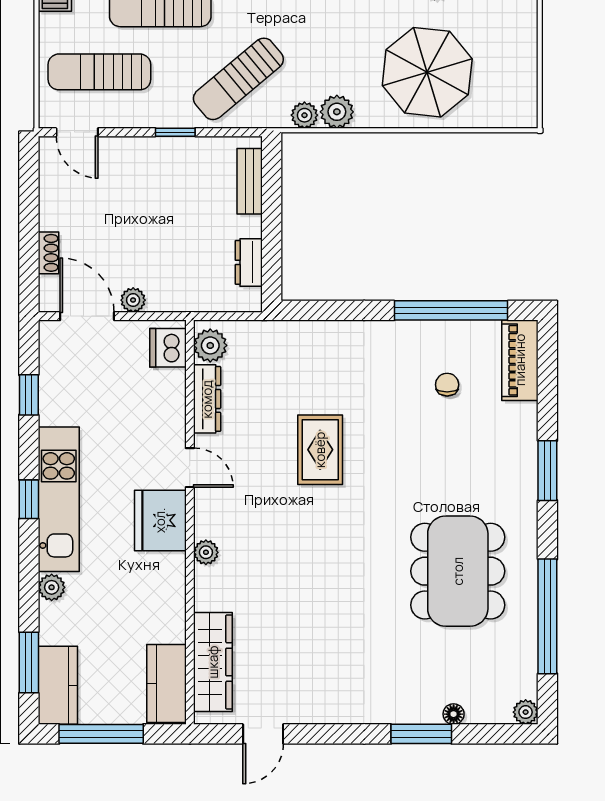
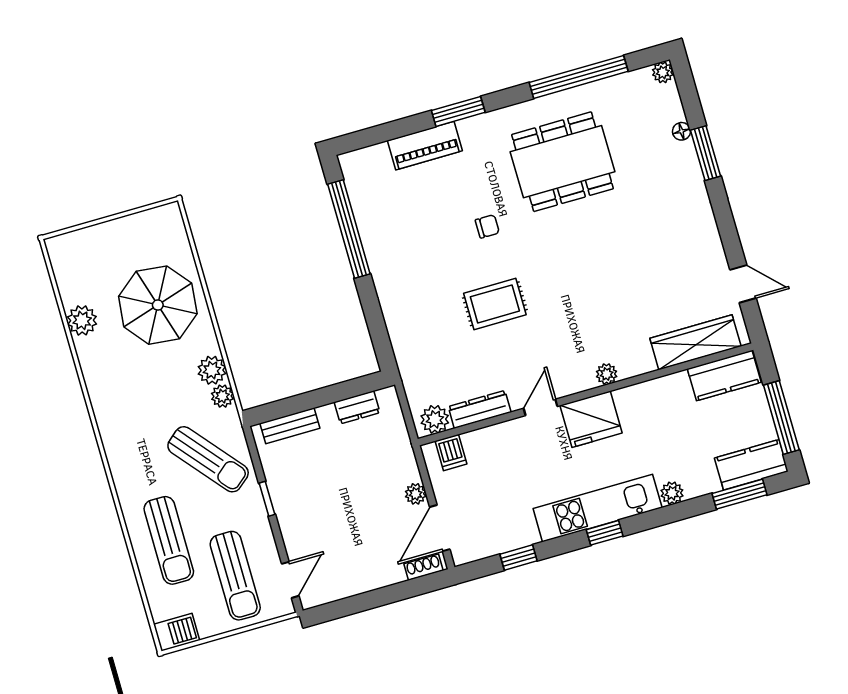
shoe rack: (48, 253) -> (424, 567), moved
dishwasher: (168, 348) -> (451, 453), width x0.73
piano: (520, 360) -> (425, 146), moved
chair: (447, 385) -> (487, 226), moved, turned 180

